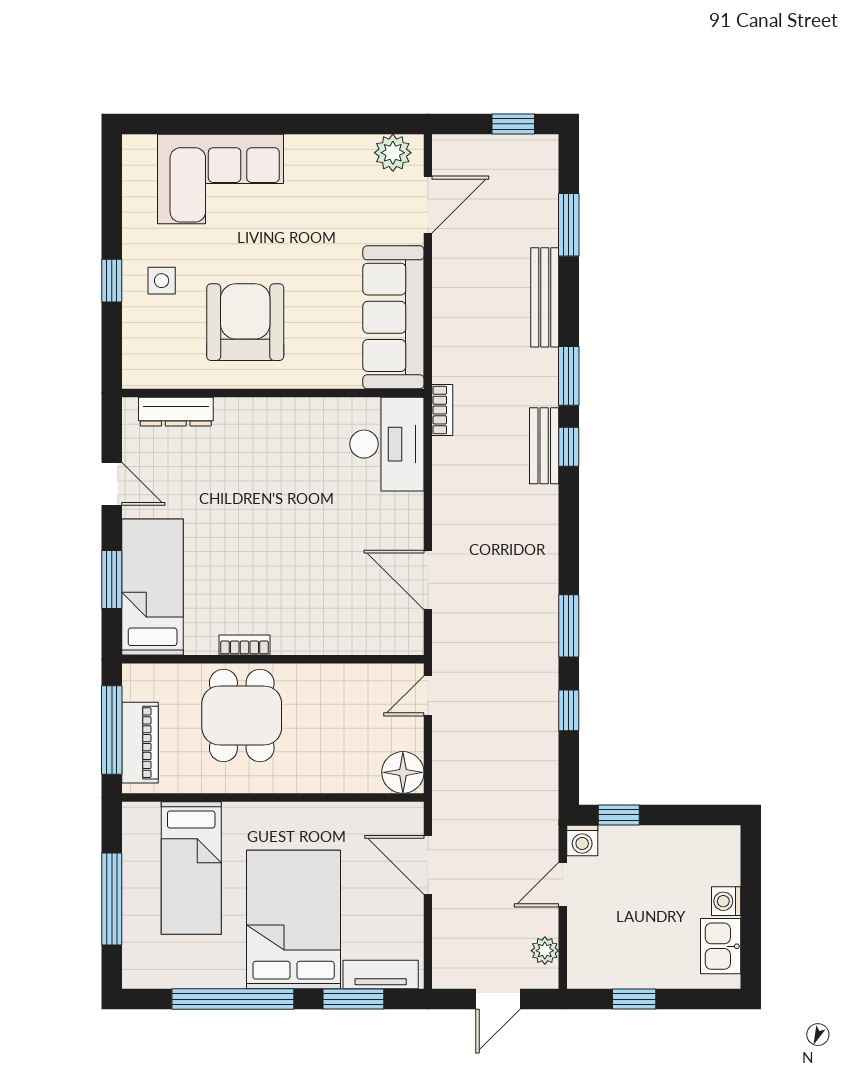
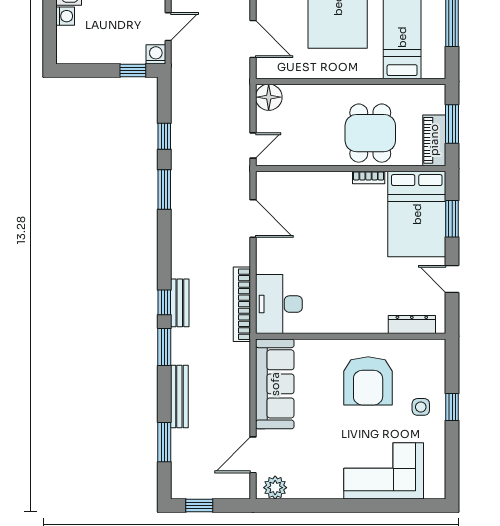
bookcase: (442, 410) -> (242, 304), width x2.31, depth x1.31
bed: (153, 587) -> (417, 214), width x1.50
window: (112, 730) -> (452, 124), width x0.69
piano: (140, 743) -> (434, 140), moved

